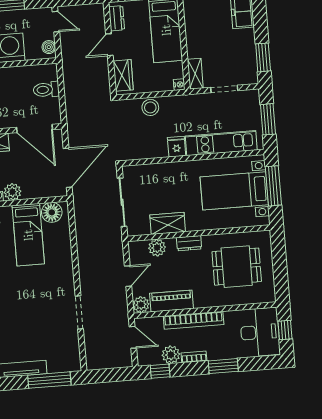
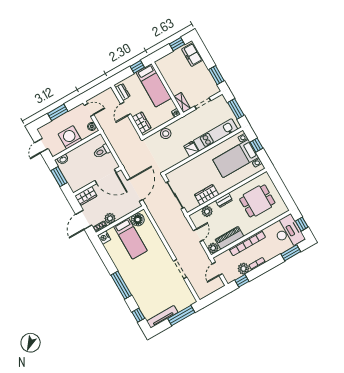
window: (273, 186) -> (257, 145), width x0.46
door: (133, 337) -> (217, 269), swing flipped
window: (223, 366) -> (291, 253), moved

